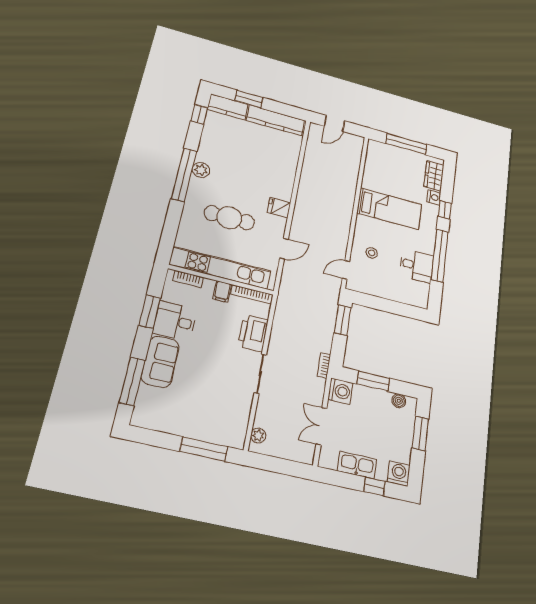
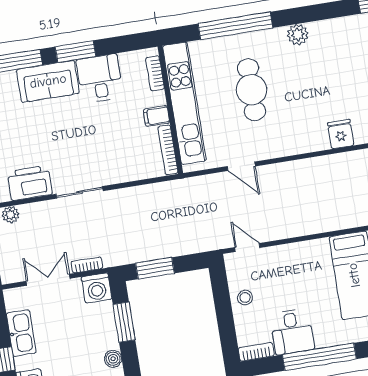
window: (184, 175) -> (235, 26), moved
fridge: (279, 208) -> (341, 134), moved
stool: (372, 253) -> (245, 298), moved
bookcase: (424, 296) -> (256, 352), added
window: (150, 312) -> (75, 52), moved
window: (343, 320) -> (155, 268), moved
printer: (253, 333) -> (30, 183), moved
bookcase: (324, 365) -> (87, 265), moved

